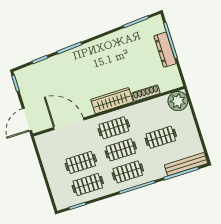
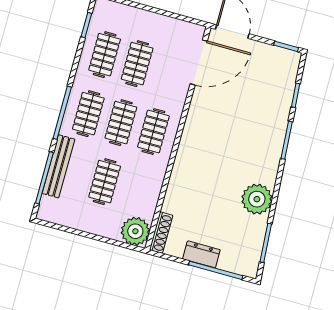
plant: (114, 43) -> (257, 199), added
dresser: (165, 50) -> (201, 254), width x0.70
shoe rack: (146, 93) -> (161, 233), moved
wardrobe: (112, 101) -> (188, 151), removed
door: (69, 124) -> (199, 62), moved
bench: (186, 164) -> (58, 166), moved

